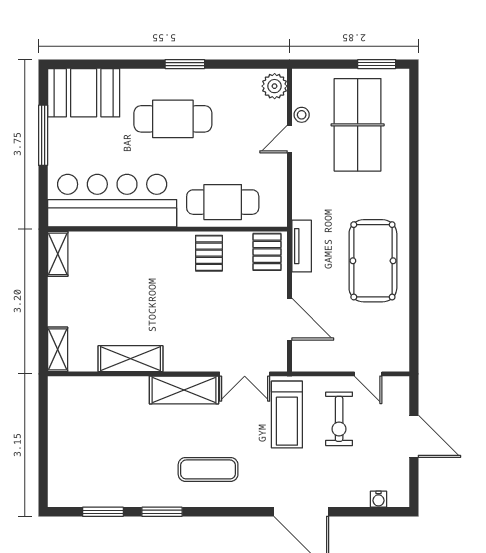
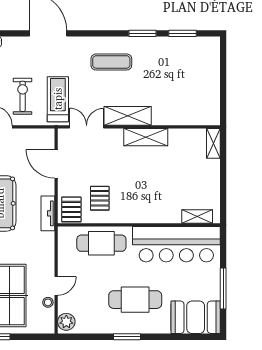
pallet: (209, 253) -> (100, 198), moved
shelving: (58, 254) -> (197, 216), moved, turned 90
shelving: (131, 359) -> (146, 137), moved

